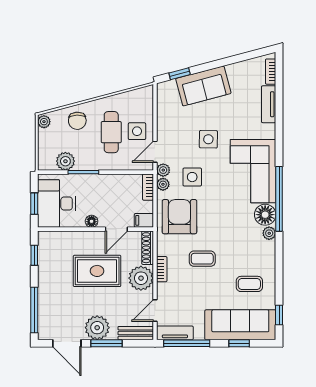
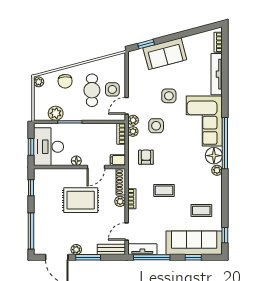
tv unit: (269, 104) -> (217, 74), width x1.41
armchair: (179, 217) -> (146, 157), width x0.53, depth x0.53
plant: (141, 278) -> (120, 201), width x0.53, depth x0.53
plant: (97, 328) -> (76, 250), width x0.53, depth x0.53

